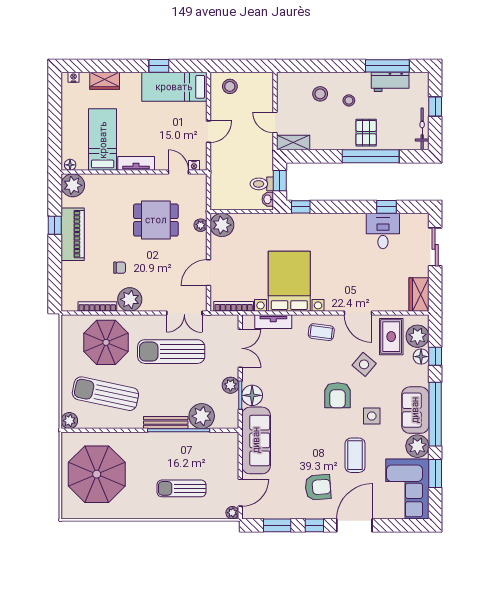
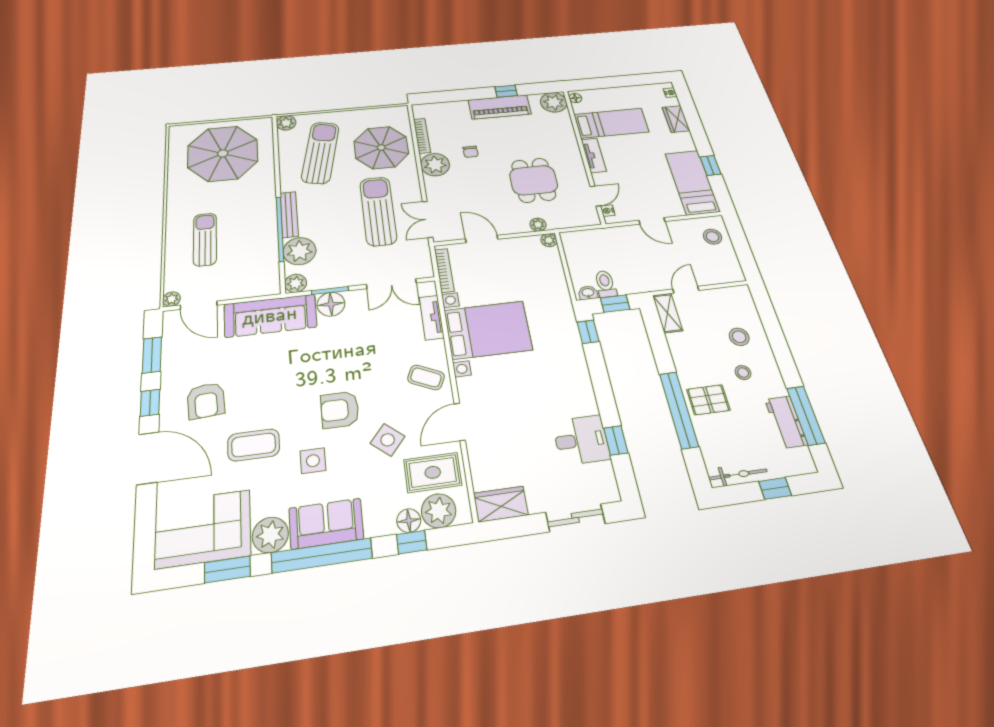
plant: (222, 225) -> (549, 240), width x0.53, depth x0.53
coffee table: (321, 332) -> (426, 377), turned -72
plant: (230, 385) -> (296, 283), moved

